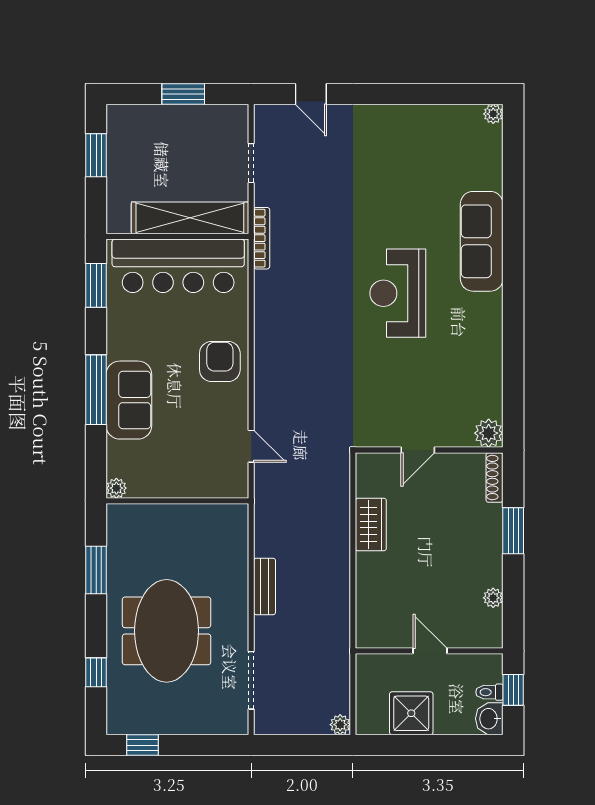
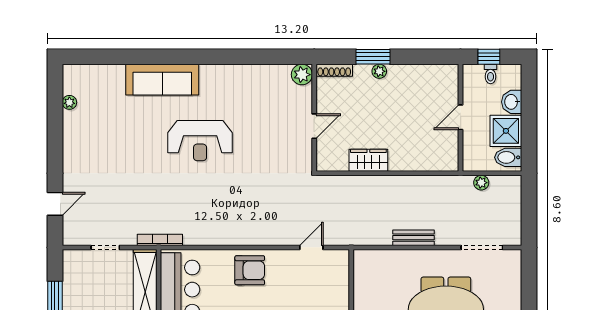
plant: (493, 114) -> (69, 102), moved
armchair: (220, 361) -> (250, 270), turned 180
door: (418, 450) -> (314, 126), hinge flipped
plant: (493, 598) -> (379, 71), moved
bidet: (375, 716) -> (508, 157), added
washbasin: (489, 719) -> (512, 102), moved, turned 90
plant: (340, 725) -> (481, 183), moved

